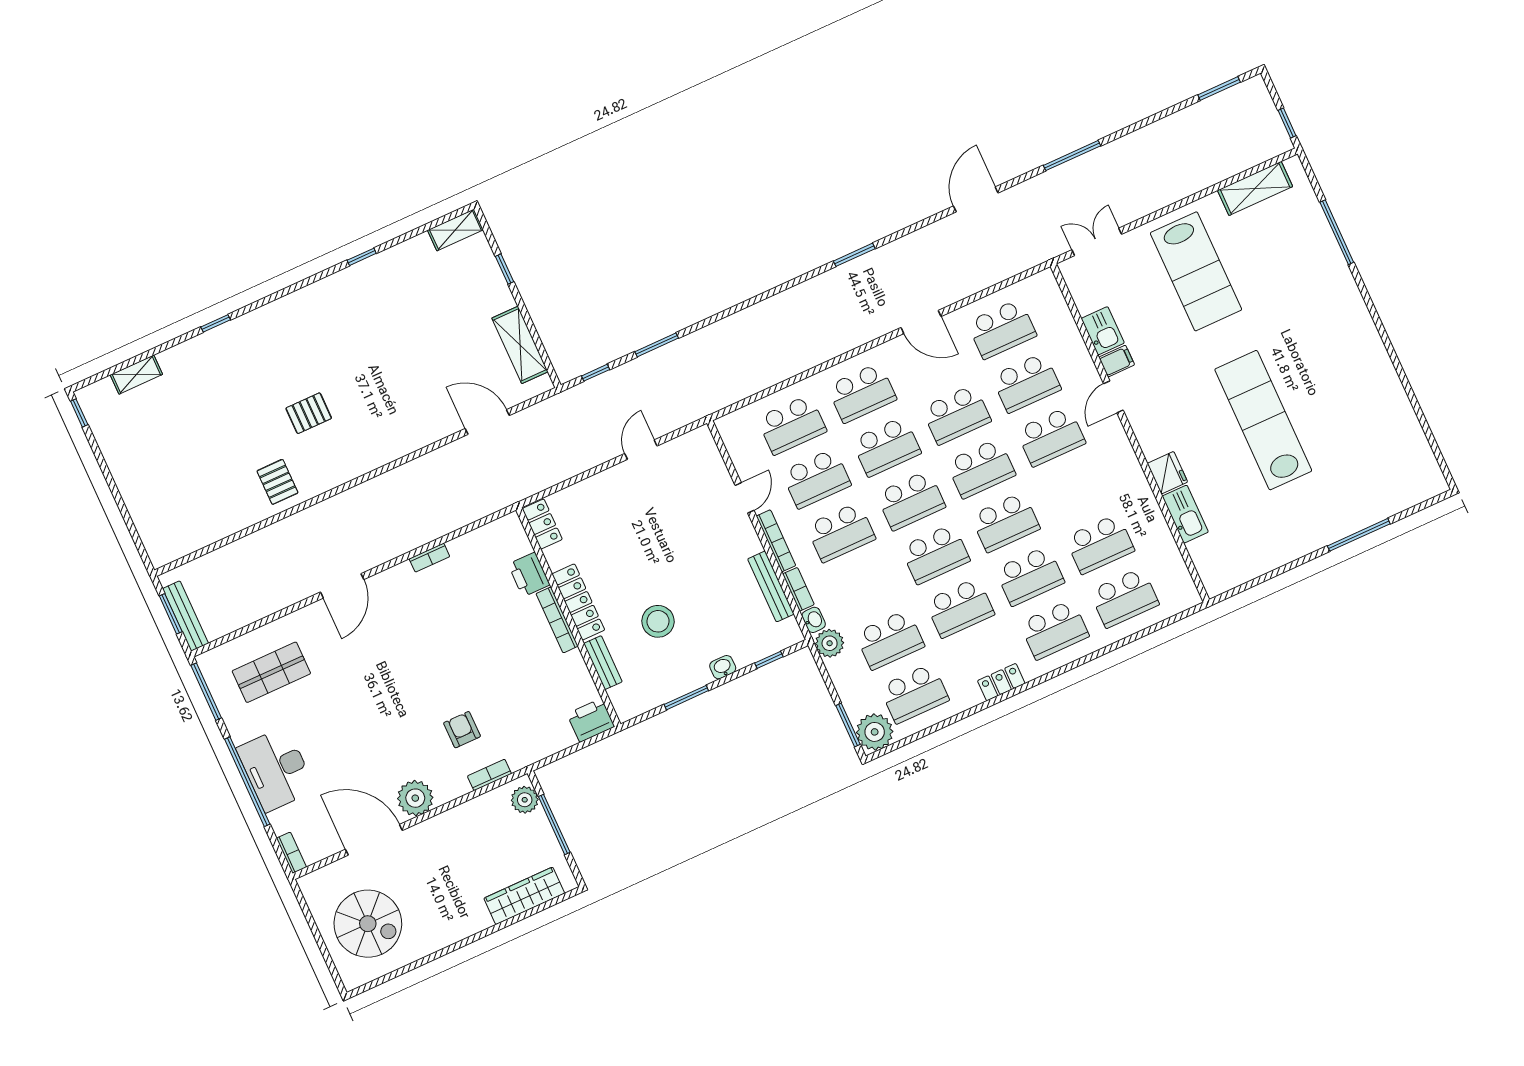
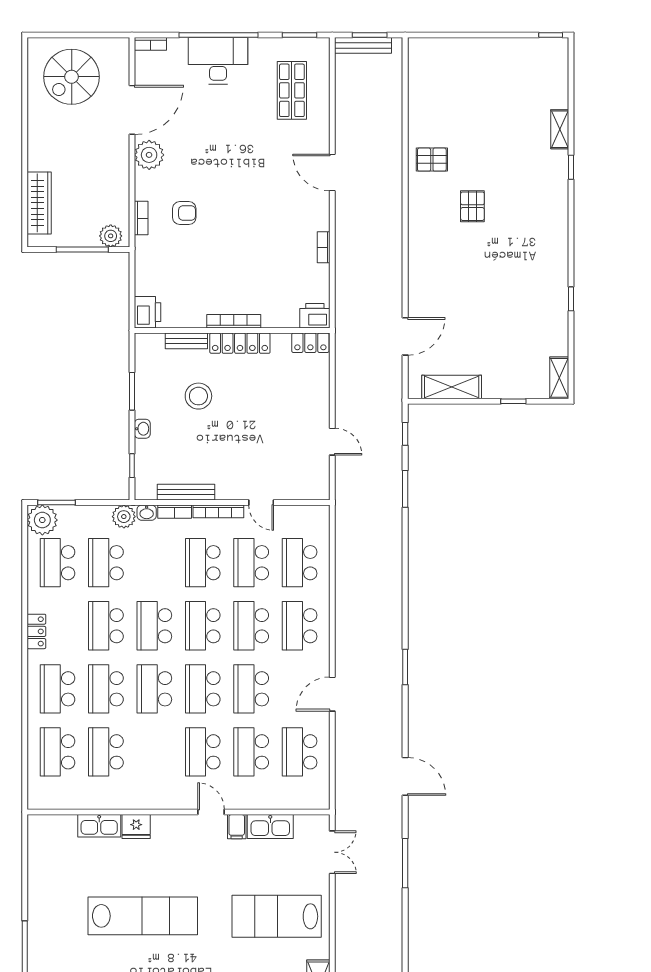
kitchen sink: (1103, 331) -> (270, 827), width x1.38
shelving: (136, 375) -> (560, 129), moved
printer: (529, 574) -> (315, 316), moved
window: (206, 692) -> (300, 35), width x0.69

